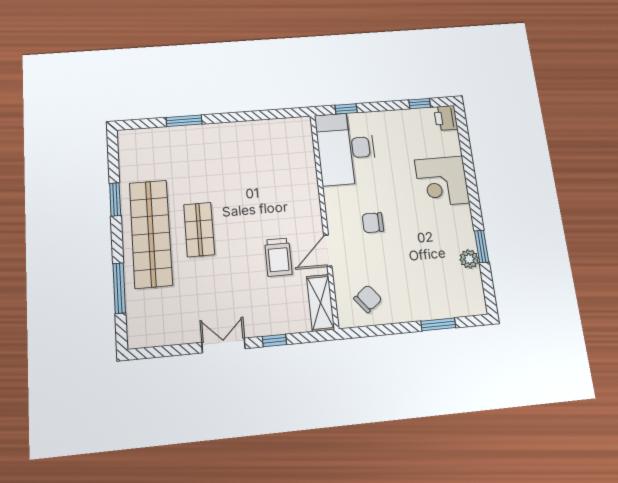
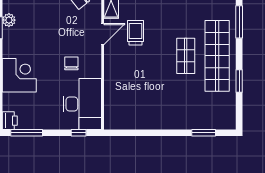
window: (420, 104) -> (27, 133), width x2.17
window: (184, 121) -> (204, 133), moved
chair: (373, 223) -> (71, 63), moved, turned -90

